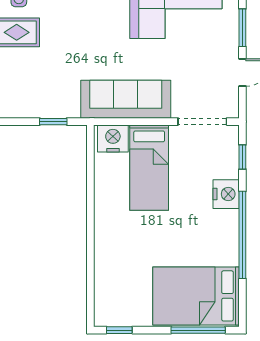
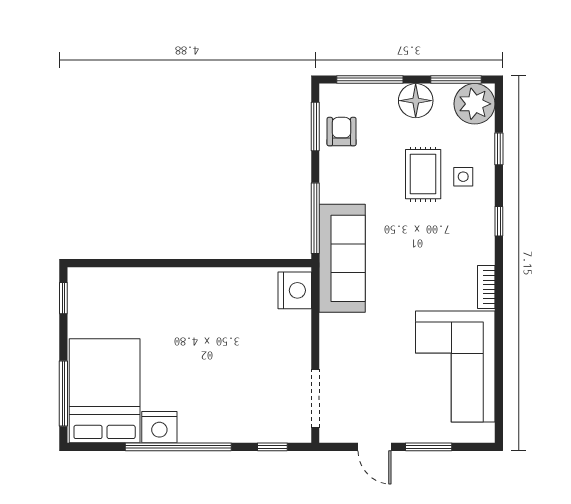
sofa: (126, 99) -> (342, 258), moved
window: (53, 122) -> (315, 218), width x2.17
bed: (149, 168) -> (260, 334), removed
nightstand: (226, 194) -> (159, 427), moved

